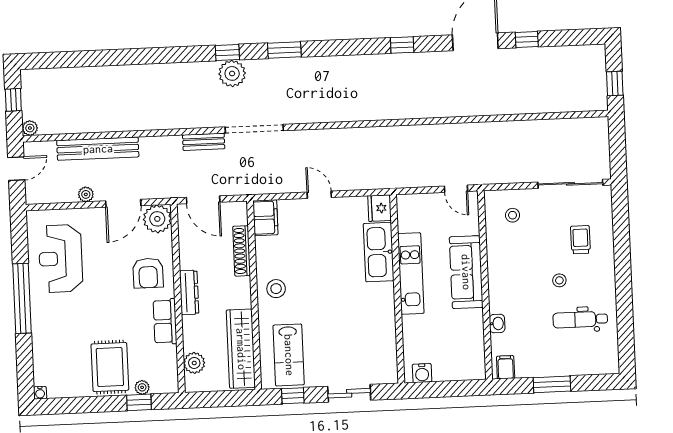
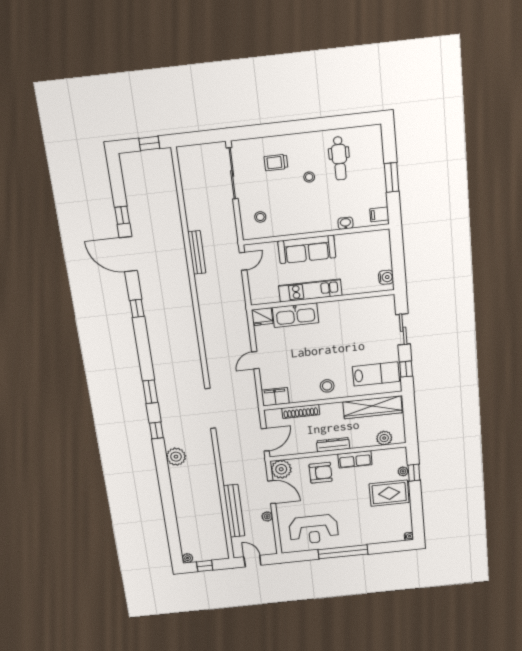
plant: (232, 73) -> (176, 457), moved
plant: (30, 128) -> (188, 558), moved
bench: (204, 142) -> (197, 252), moved, width x1.36

